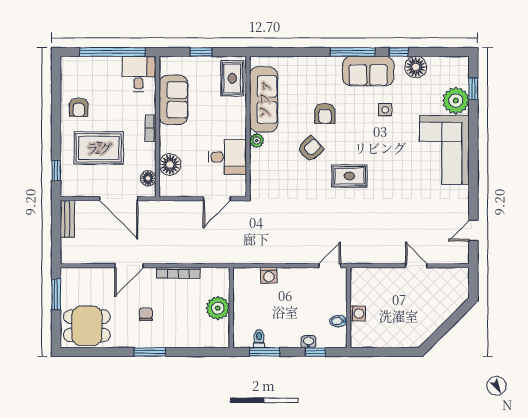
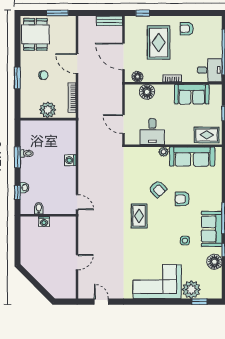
door: (119, 199) -> (123, 56), hinge flipped
plant: (218, 308) -> (48, 110), moved
wall: (231, 308) -> (48, 119), moved

